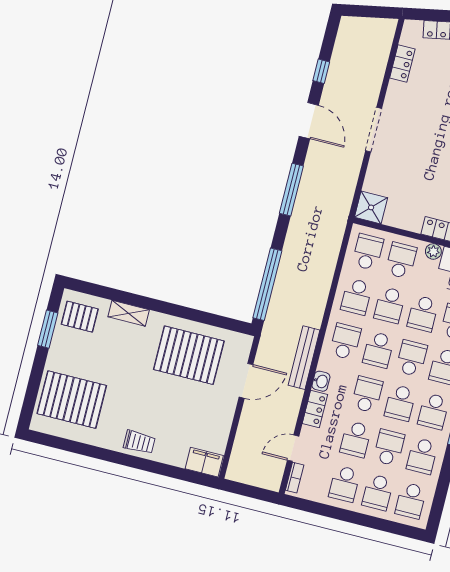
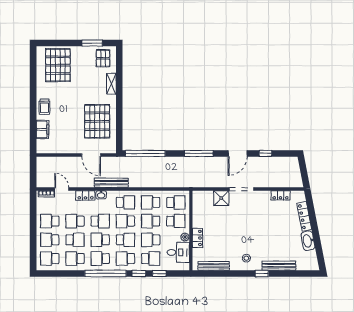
shower: (371, 207) -> (221, 198), moved
filing cabinet: (204, 462) -> (43, 129), moved

